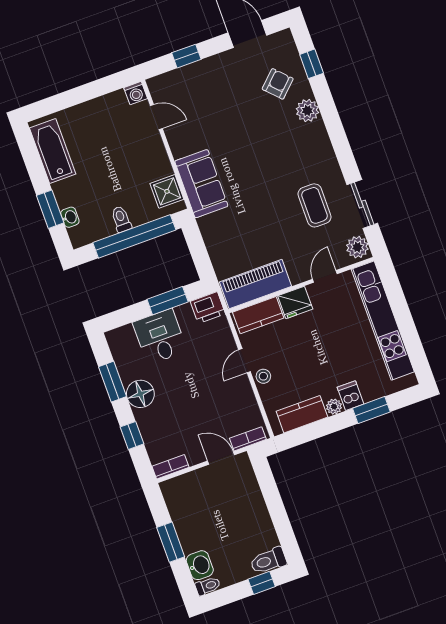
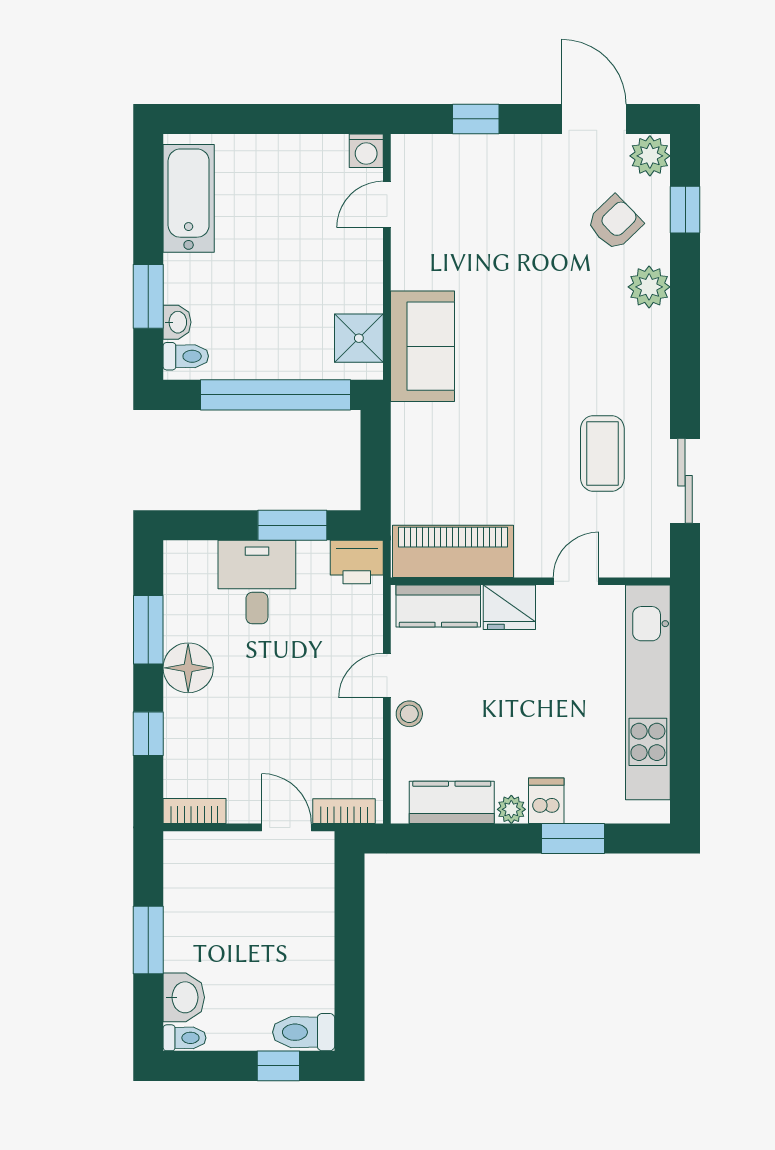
door: (156, 117) -> (387, 204), swing flipped
toilet: (121, 219) -> (186, 356), moved, turned 90
plant: (357, 247) -> (650, 156), moved

